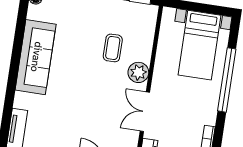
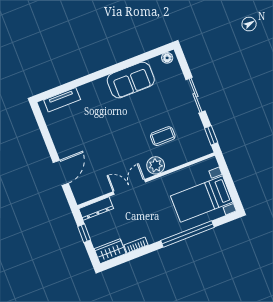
sofa: (36, 57) -> (131, 80), width x0.73

